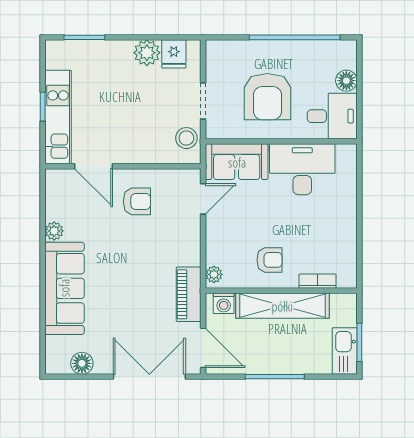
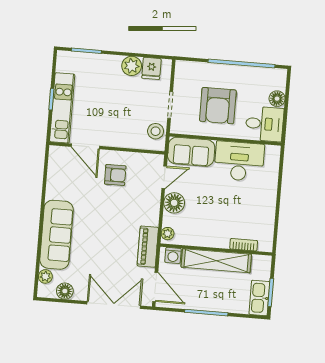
plant: (54, 231) -> (45, 276), moved
floor lamp: (219, 232) -> (174, 203), added
armchair: (270, 260) -> (209, 226), removed

